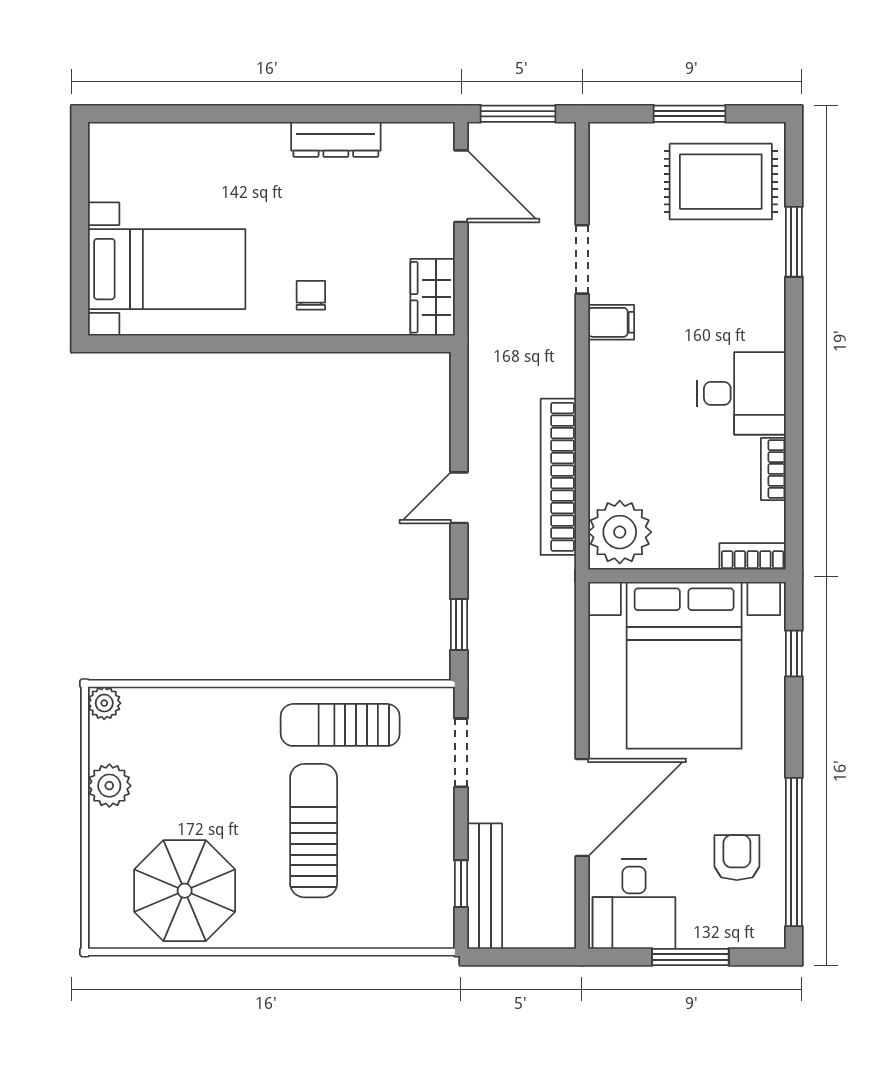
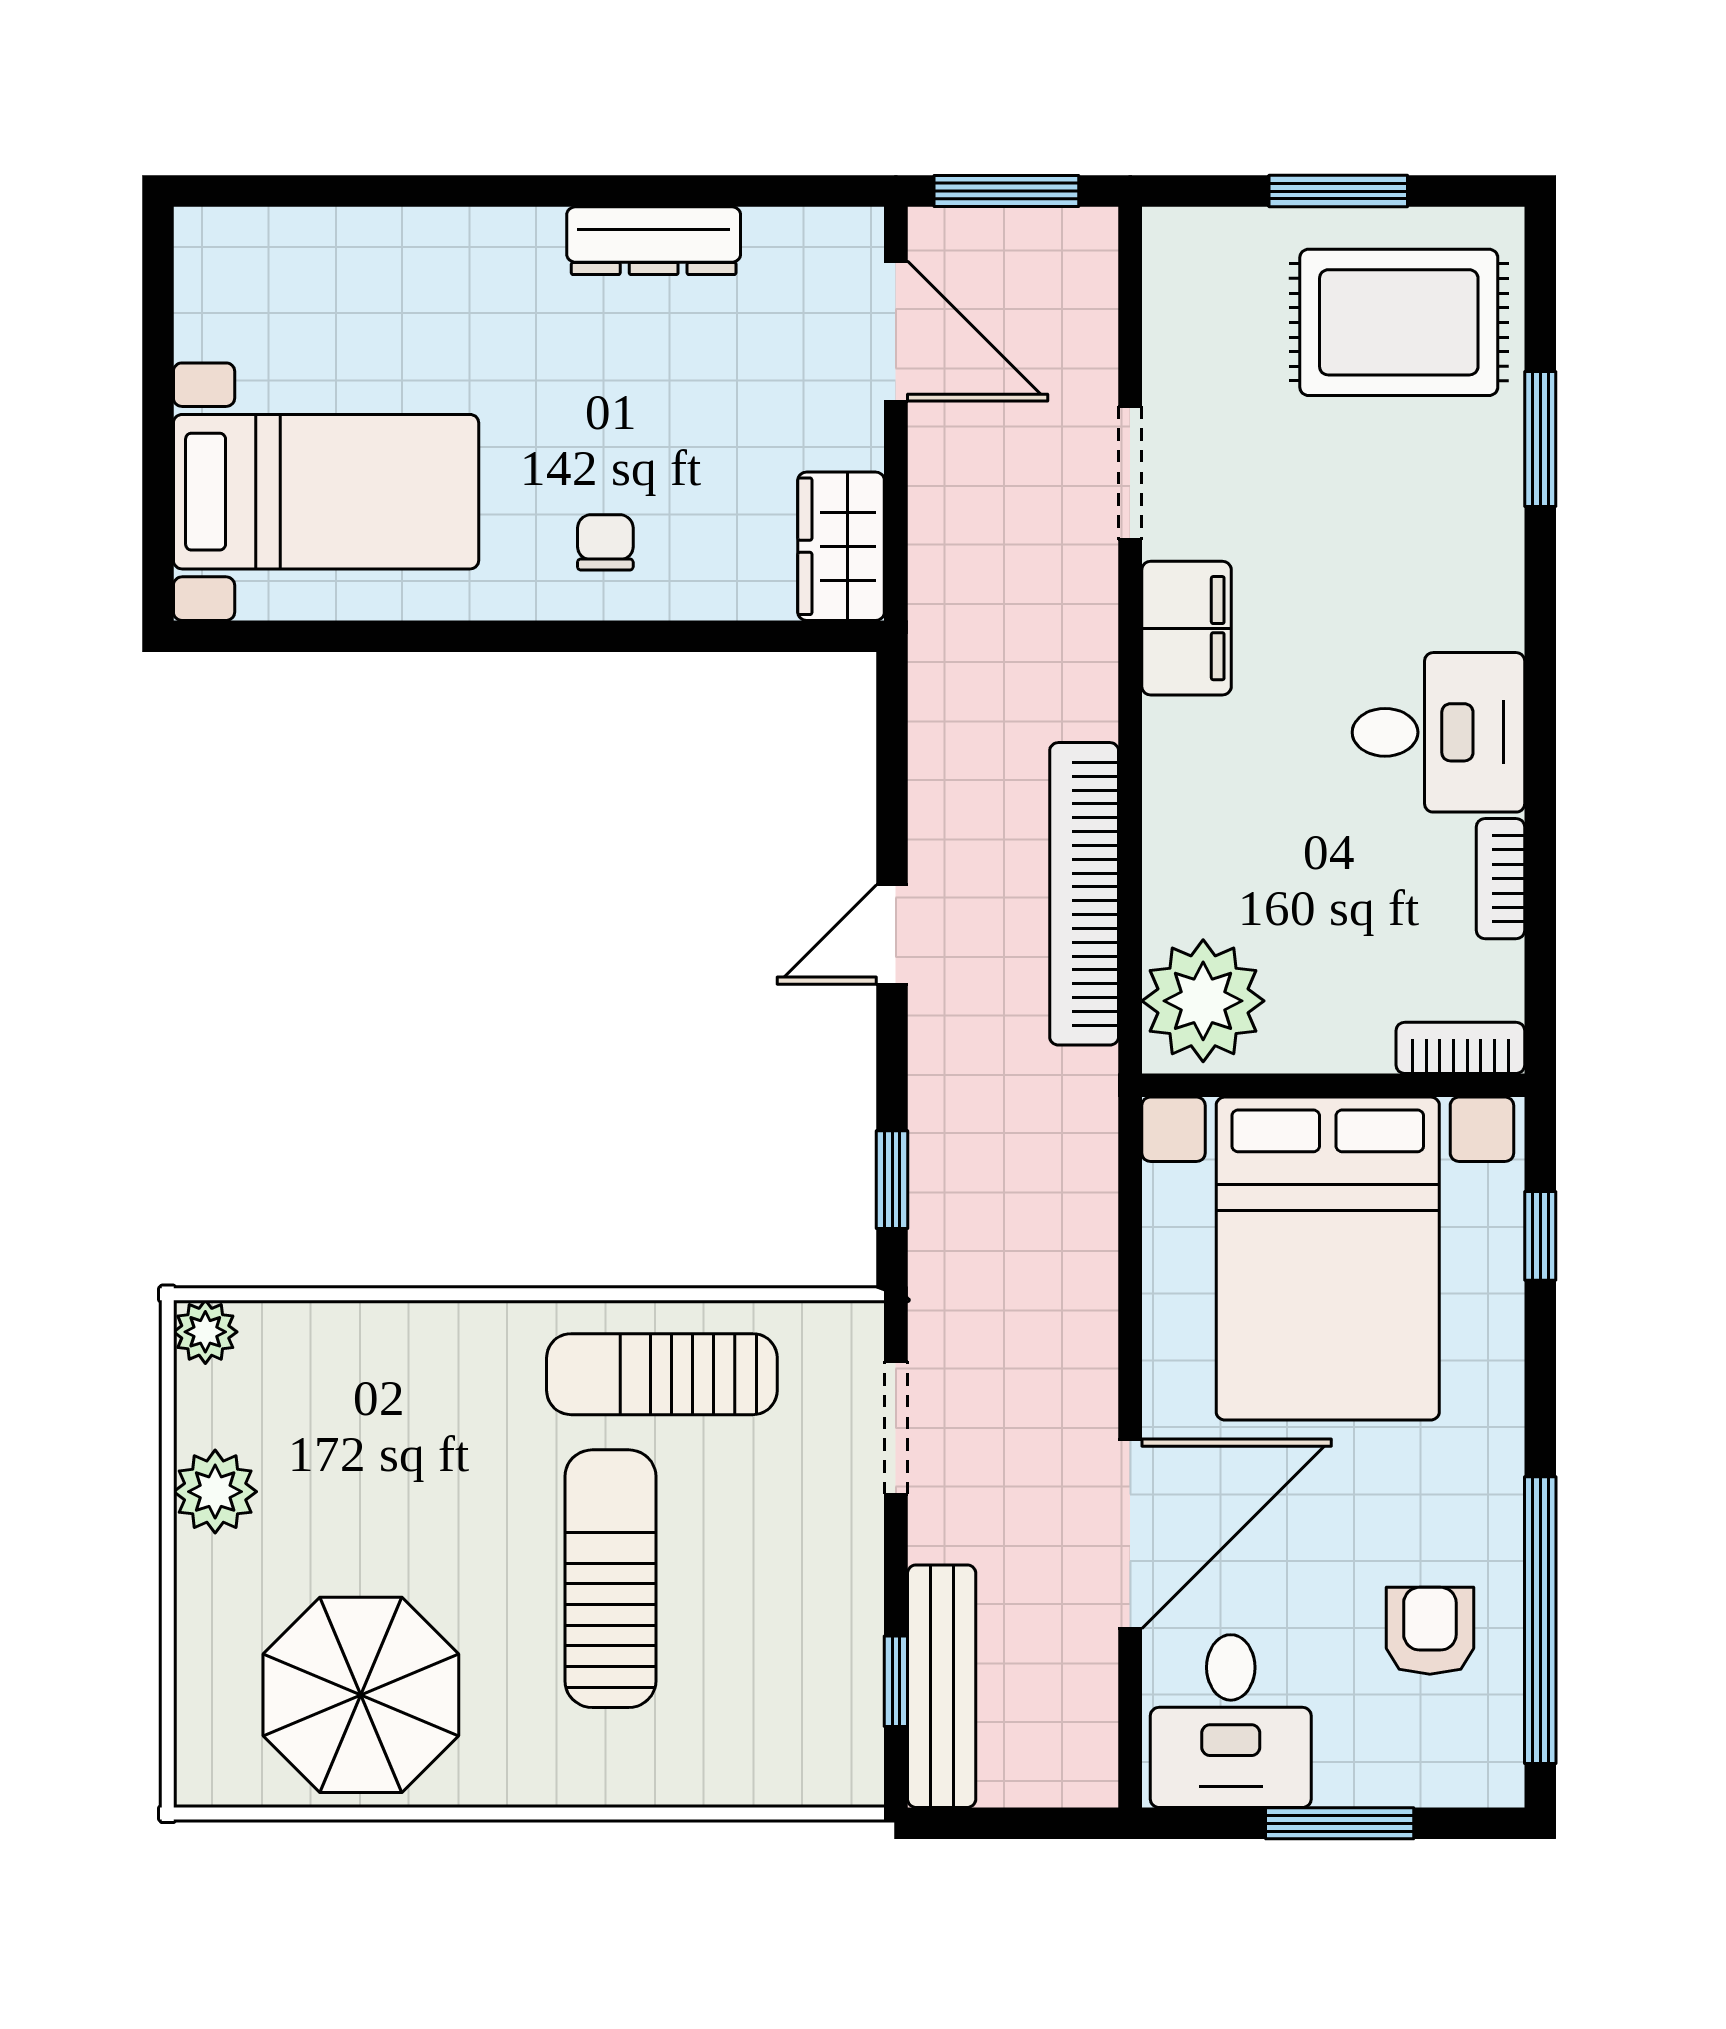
filing cabinet: (611, 322) -> (1187, 628), width x2.00

